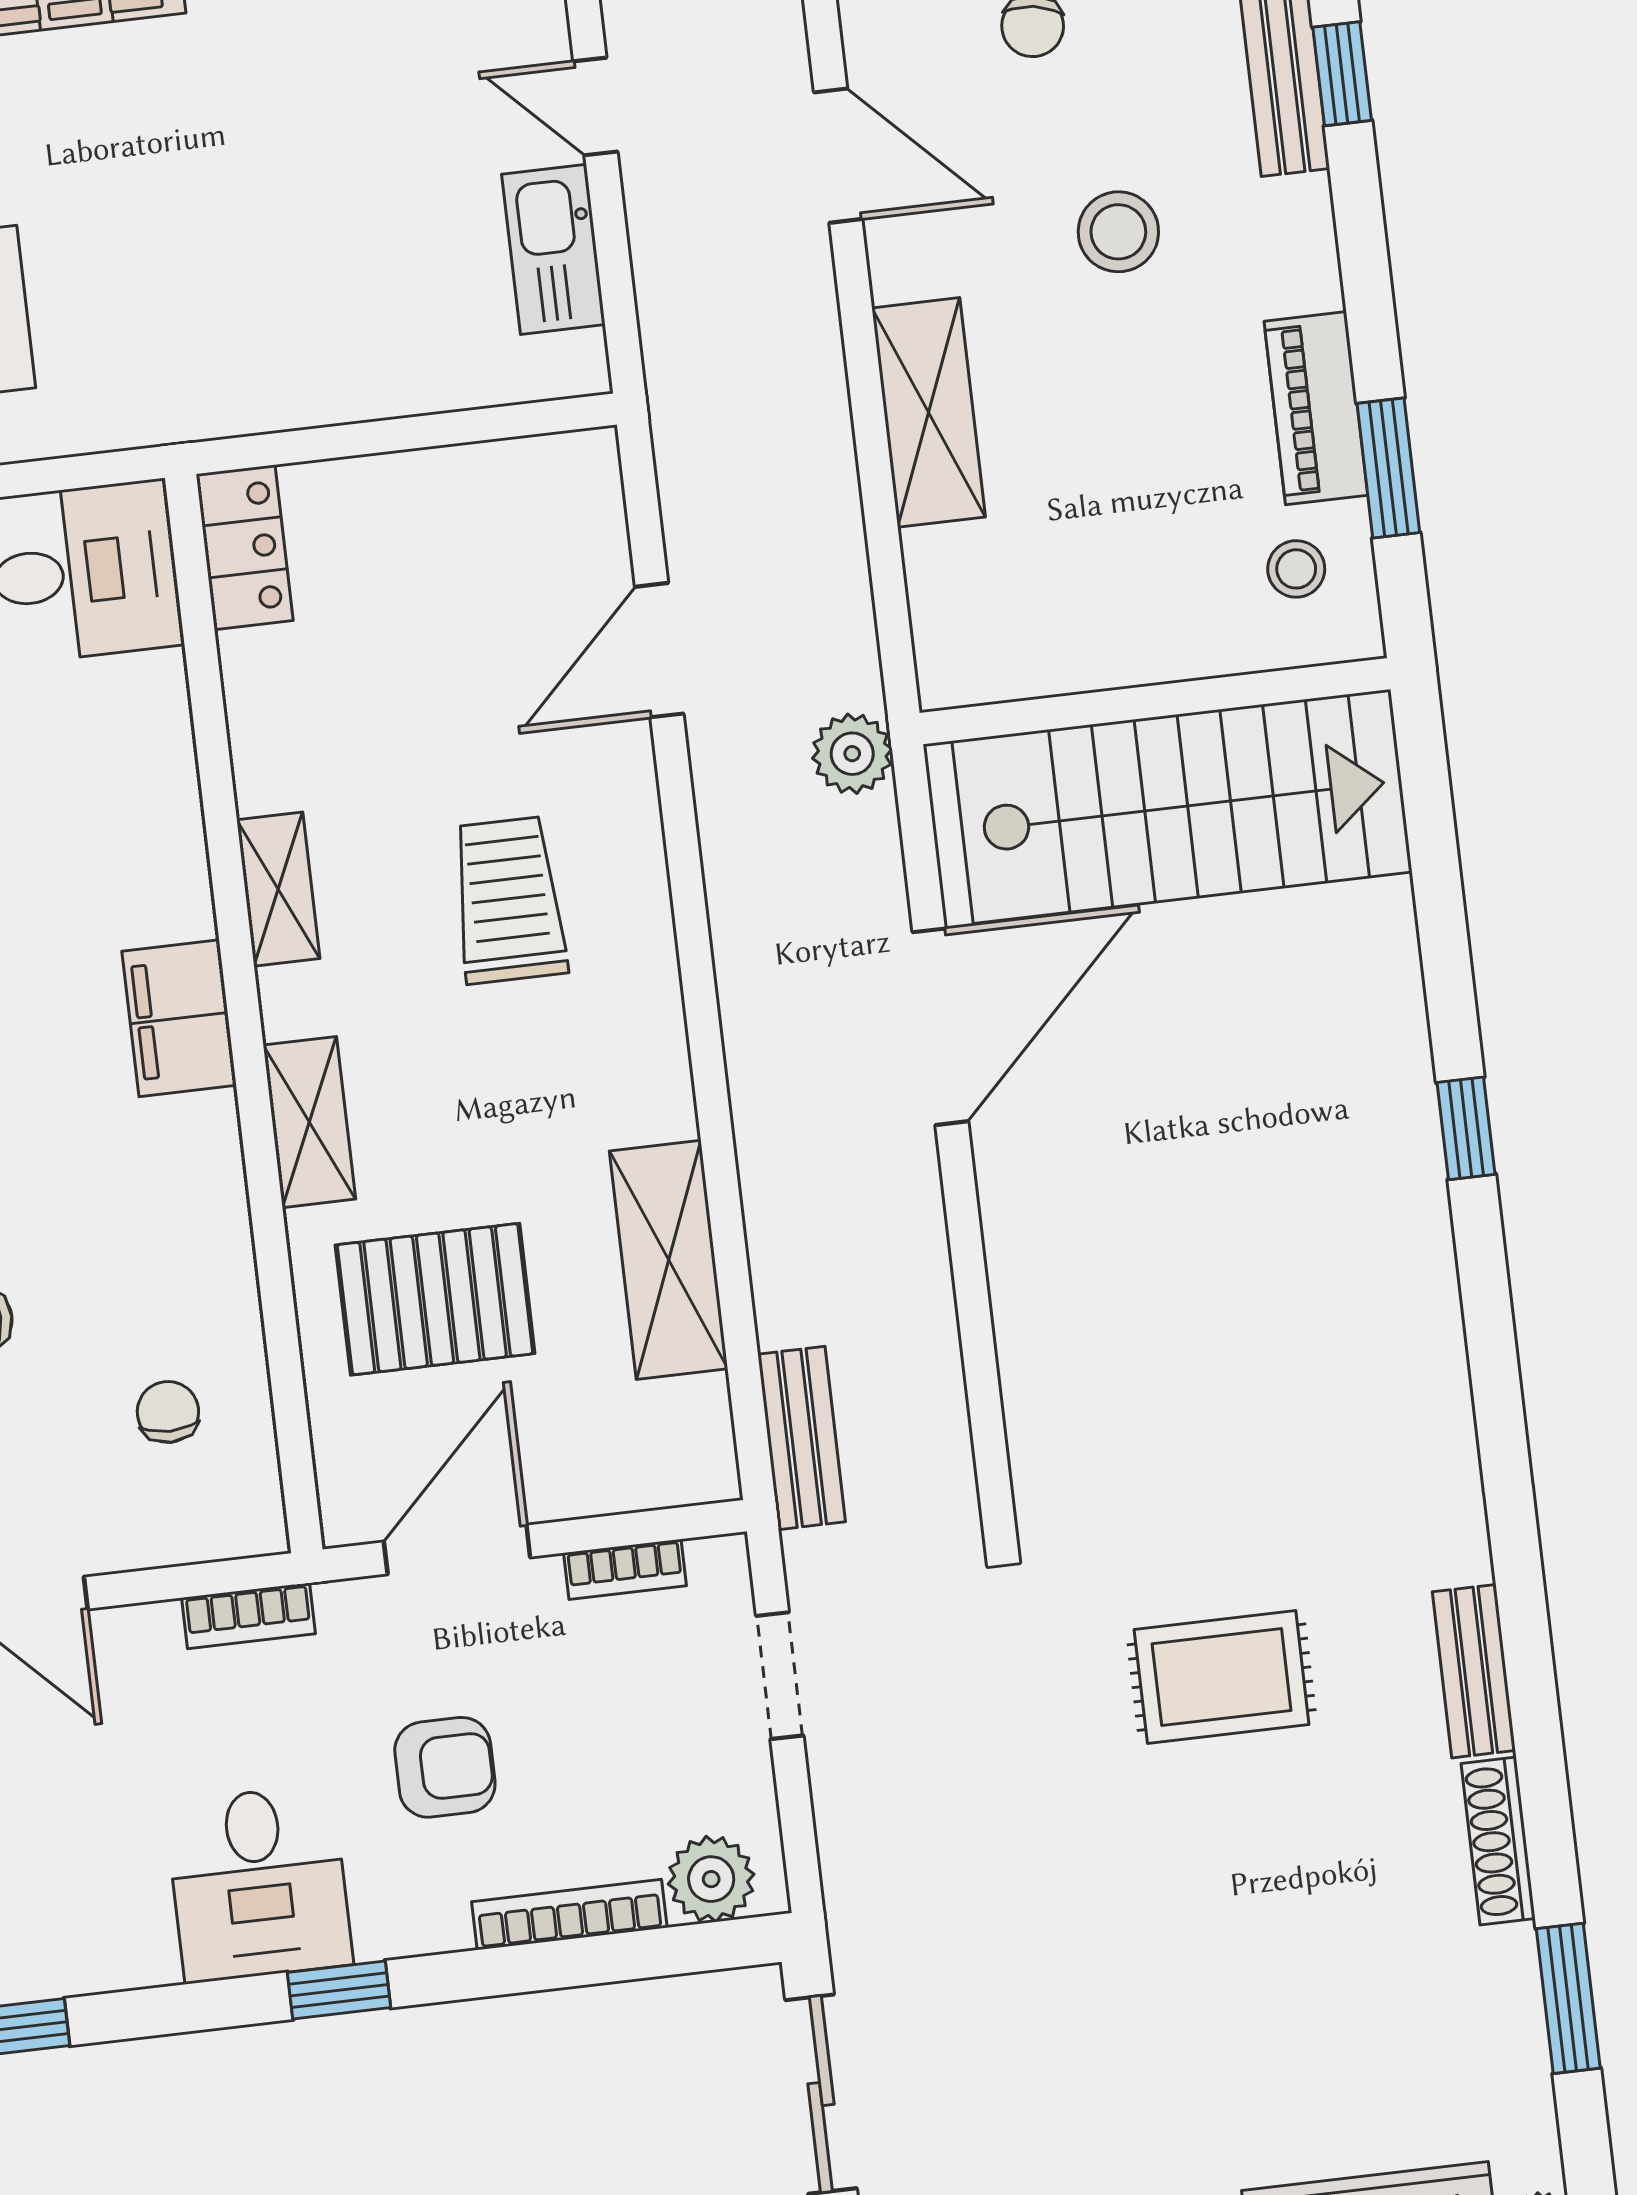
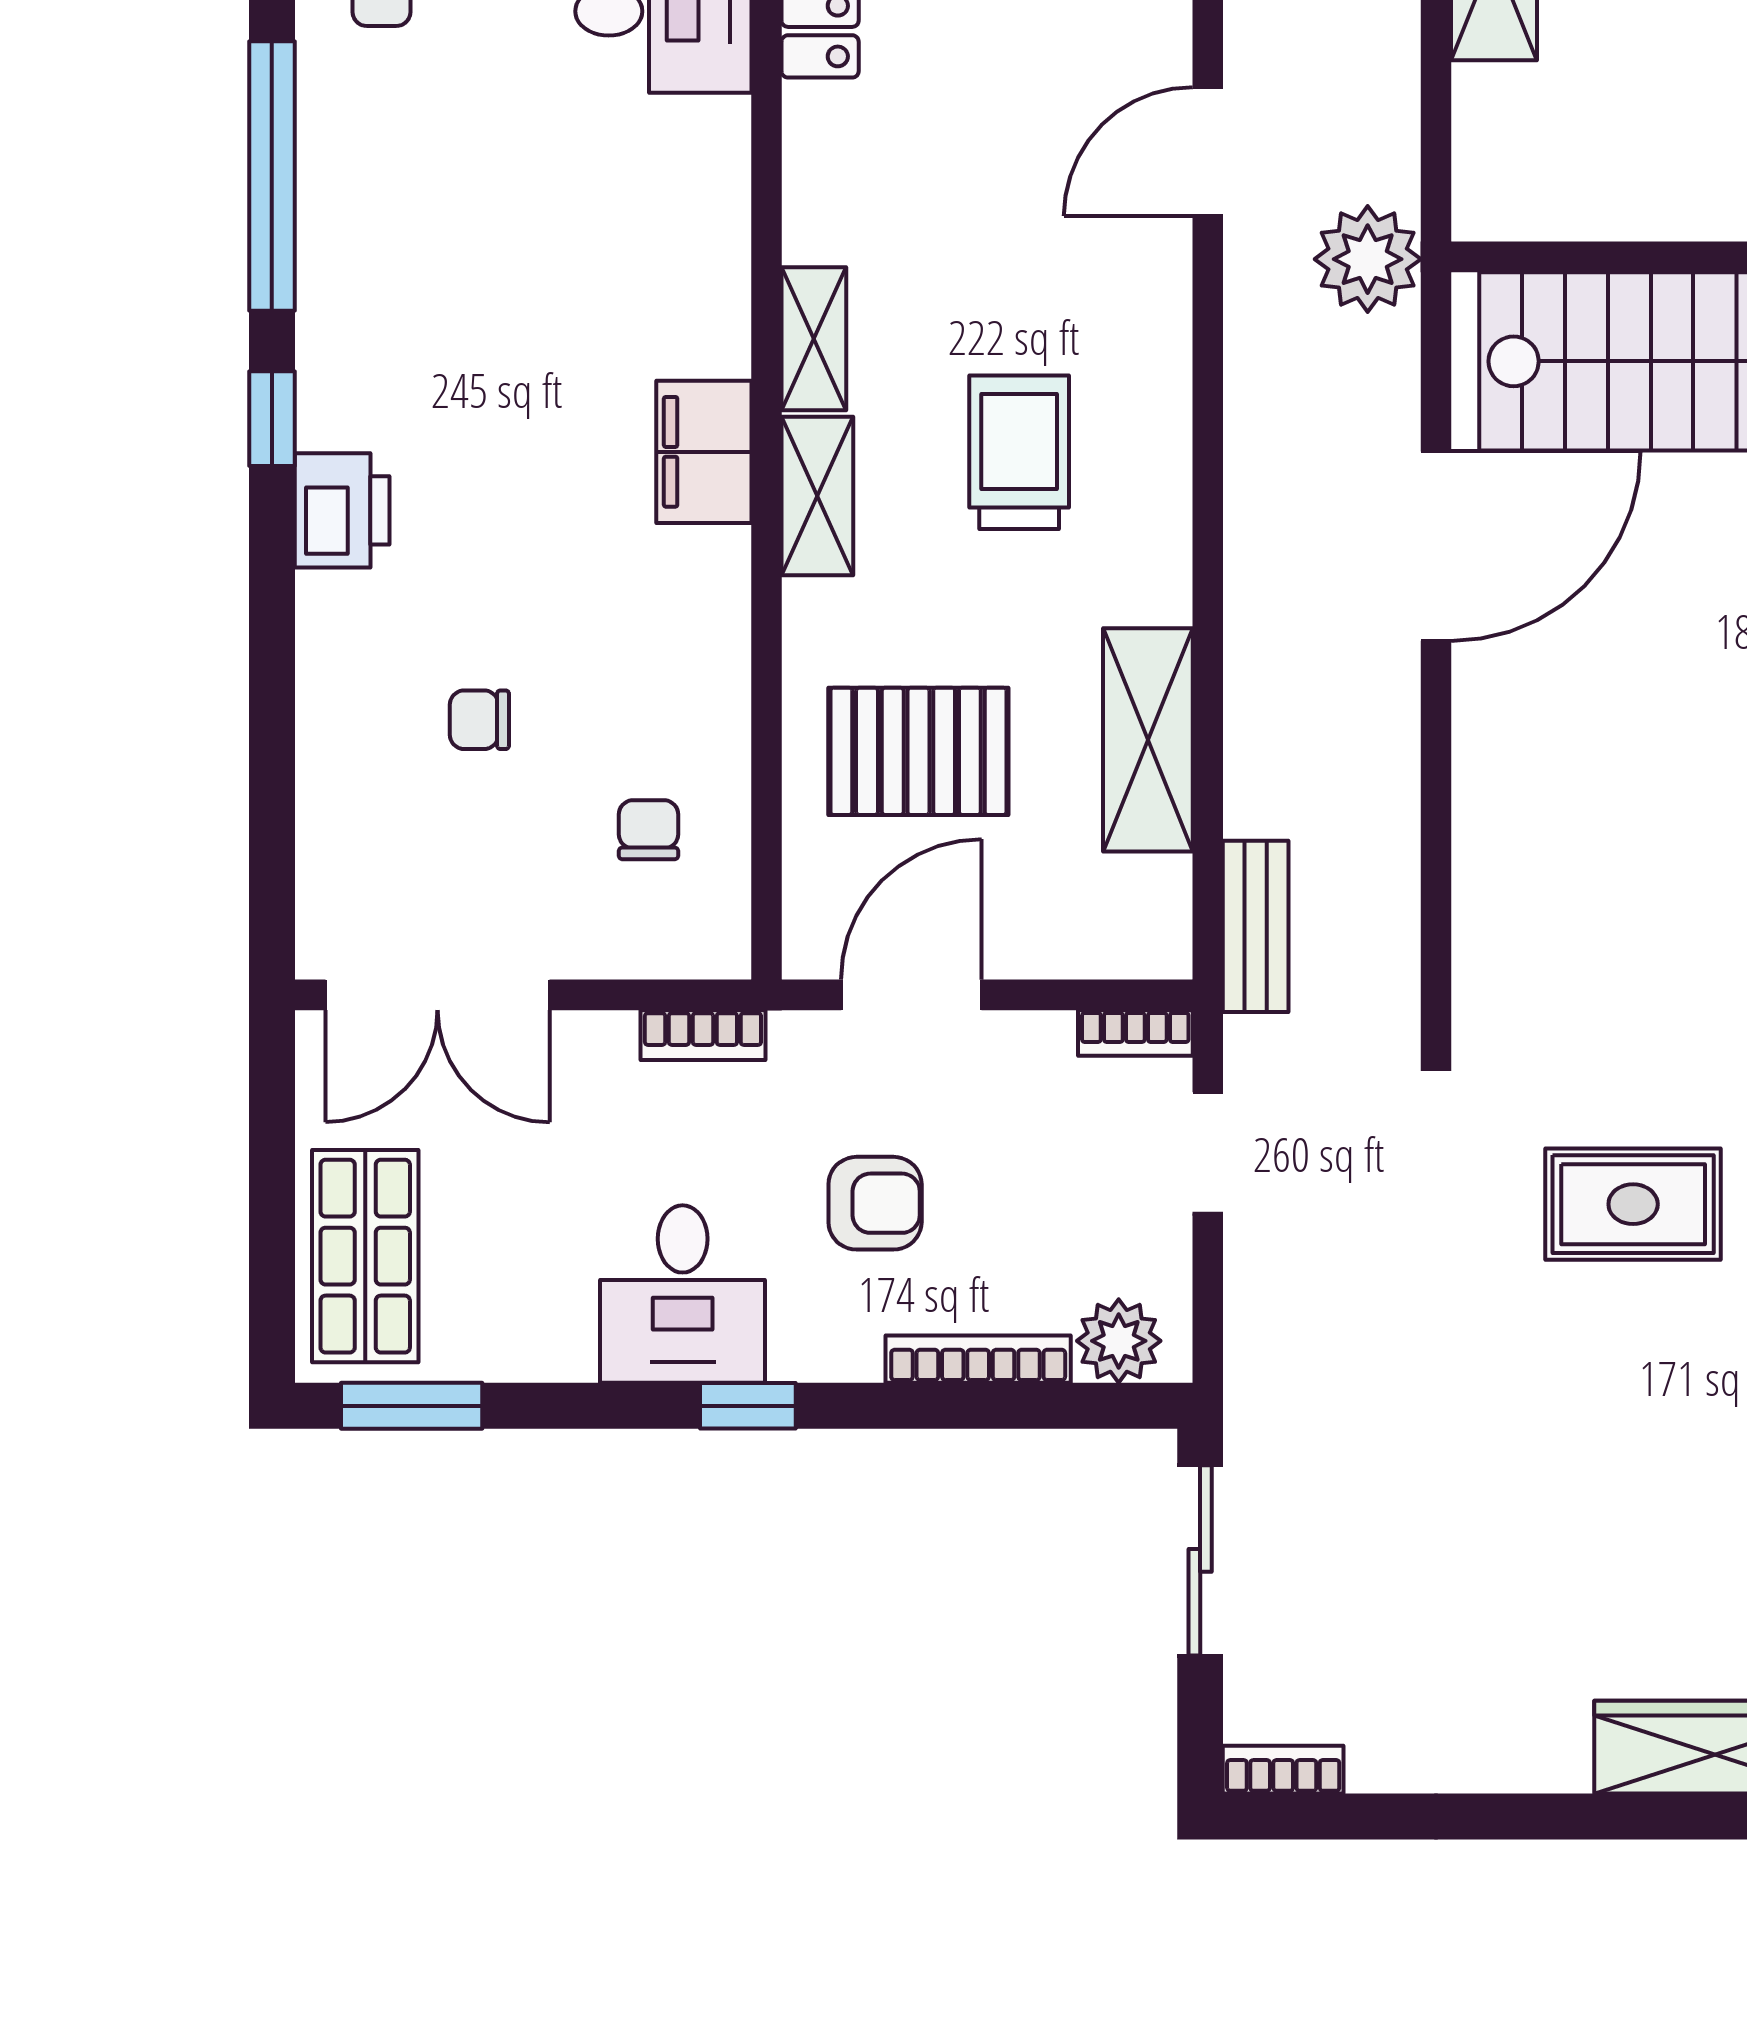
plant: (852, 754) -> (1368, 259), width x1.36, depth x1.36
trolley: (509, 900) -> (1019, 452), moved
shelving: (309, 1122) -> (817, 496), moved
bookcase: (625, 1569) -> (1135, 1033), moved

